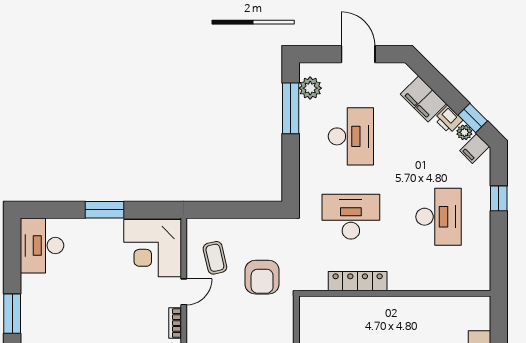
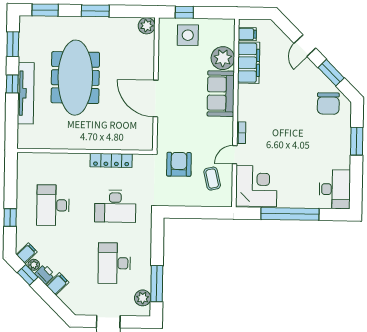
filing cabinet: (423, 99) -> (58, 284), width x0.50
window: (105, 210) -> (290, 214), width x2.11

